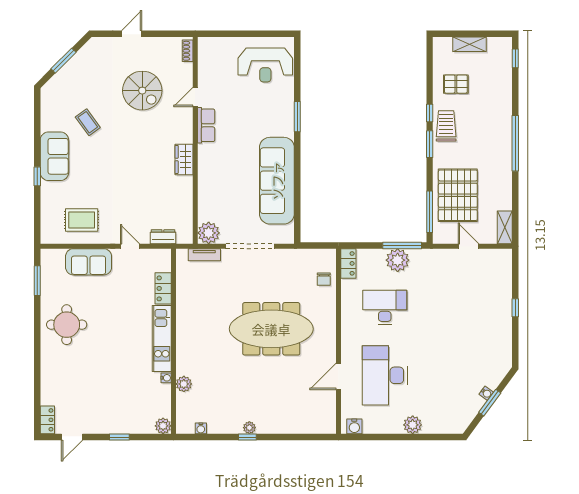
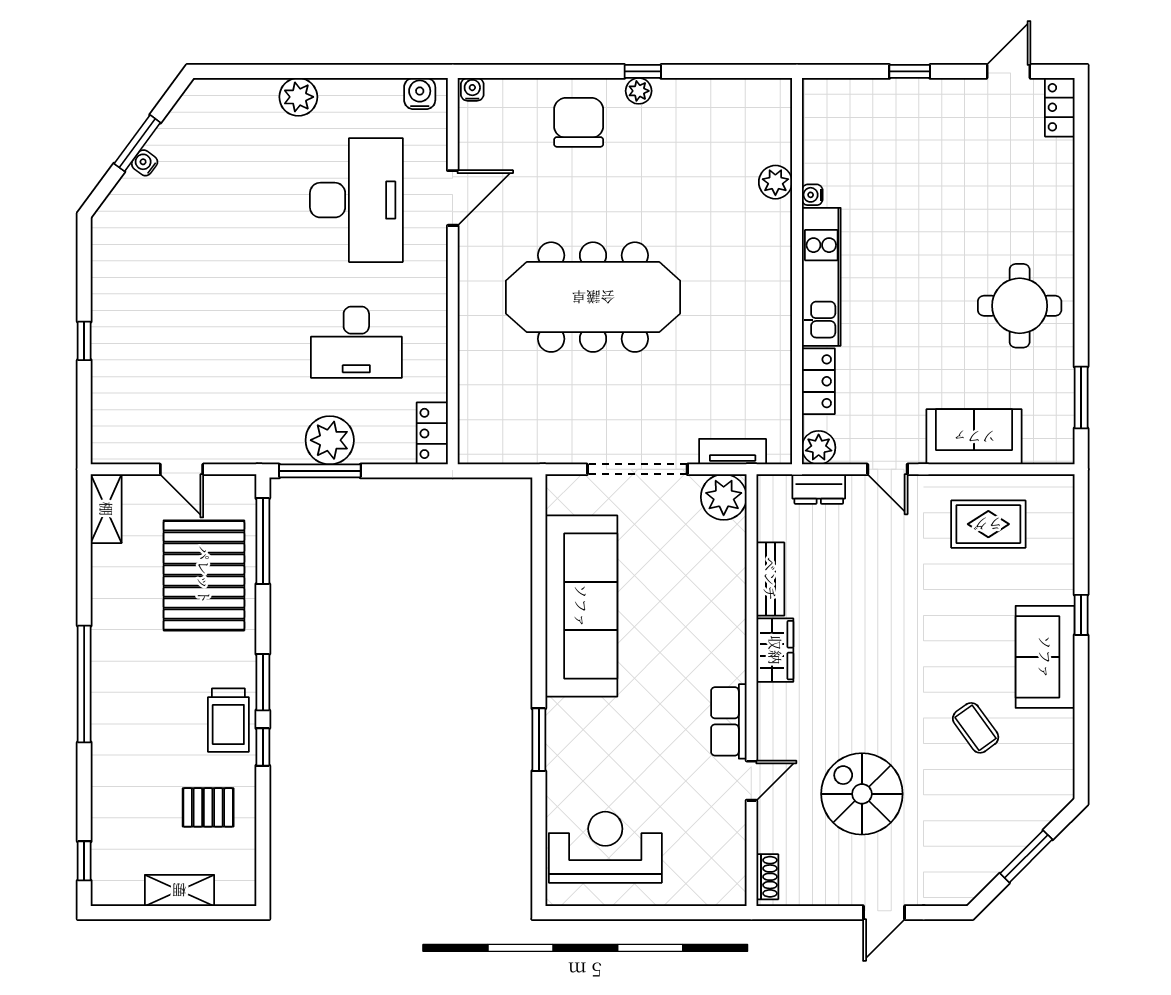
bench: (186, 194) -> (770, 579), added
chair: (324, 279) -> (579, 122), moved, width x1.87, depth x1.87
plant: (163, 426) -> (819, 448), moved
water cooler: (201, 428) -> (472, 89), moved

